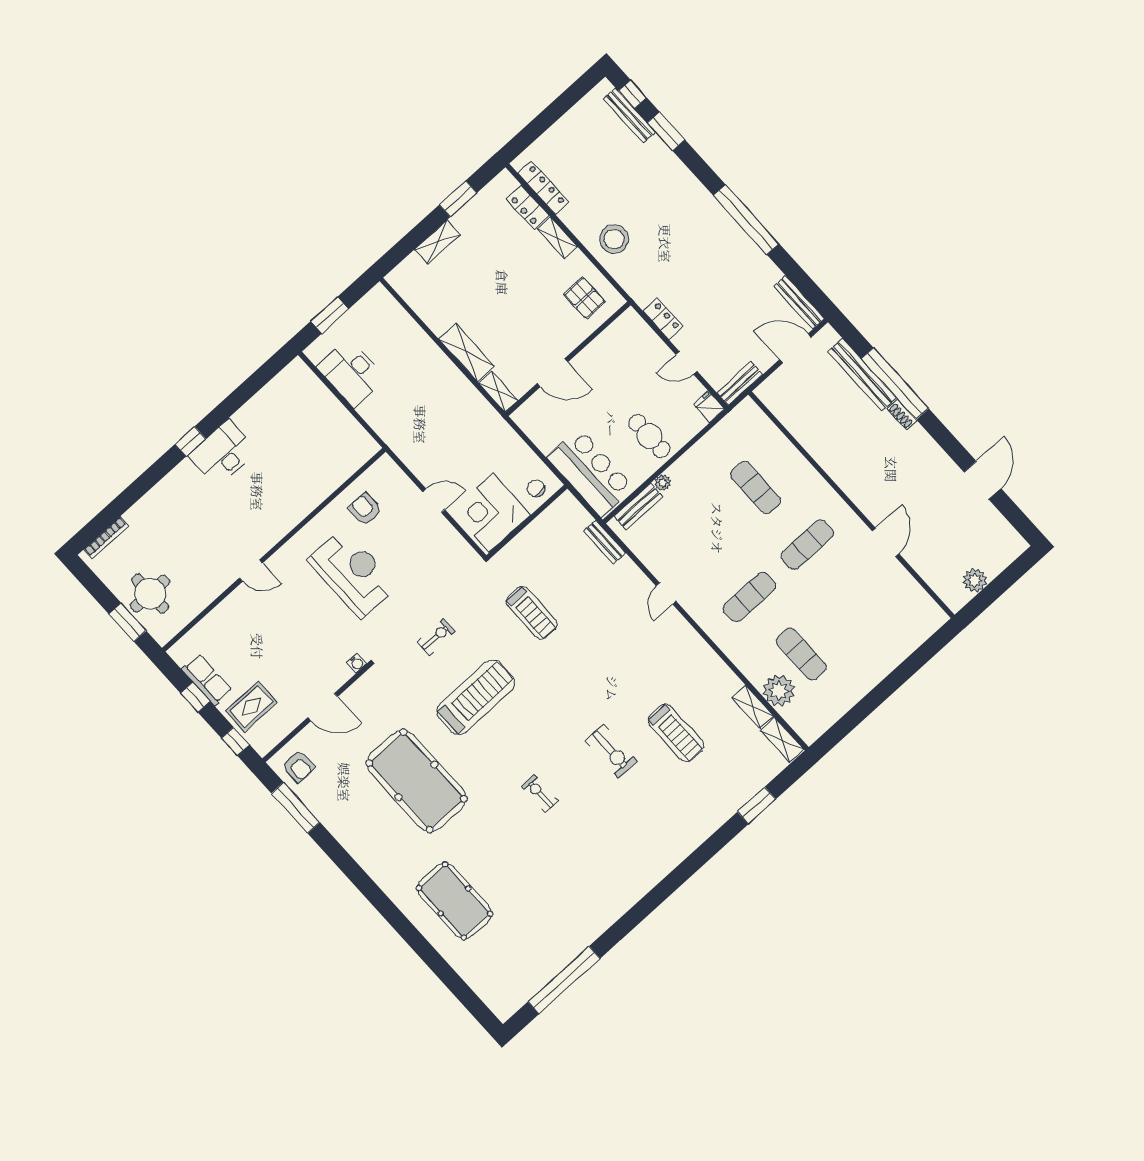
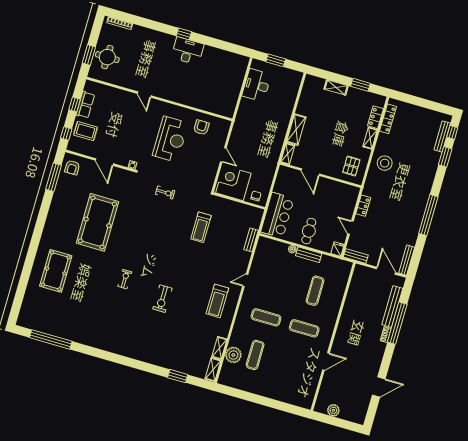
bench: (639, 506) -> (309, 255), moved
treadmill: (476, 697) -> (150, 226), removed
treadmill: (676, 733) -> (217, 301), moved

